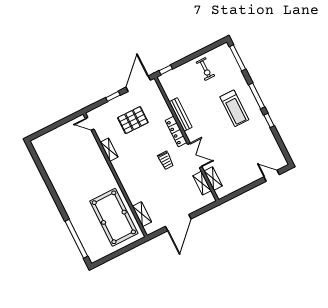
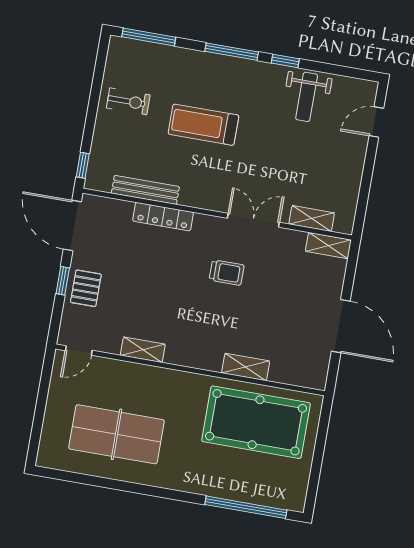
treadmill: (234, 108) -> (203, 125), moved, turned 180
bench: (181, 114) -> (145, 190), moved
pallet: (133, 120) -> (86, 288), moved, width x0.67, depth x0.71
locker: (176, 132) -> (163, 217), moved
weight bench: (261, 140) -> (307, 97), added
table tennis table: (67, 164) -> (116, 434), added
shelving: (202, 183) -> (328, 246), moved
shelving: (142, 214) -> (246, 367), moved

